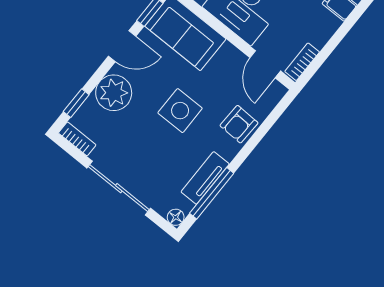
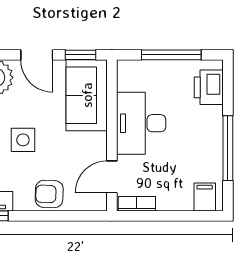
side table: (180, 111) -> (23, 140), width x0.73, depth x0.73

